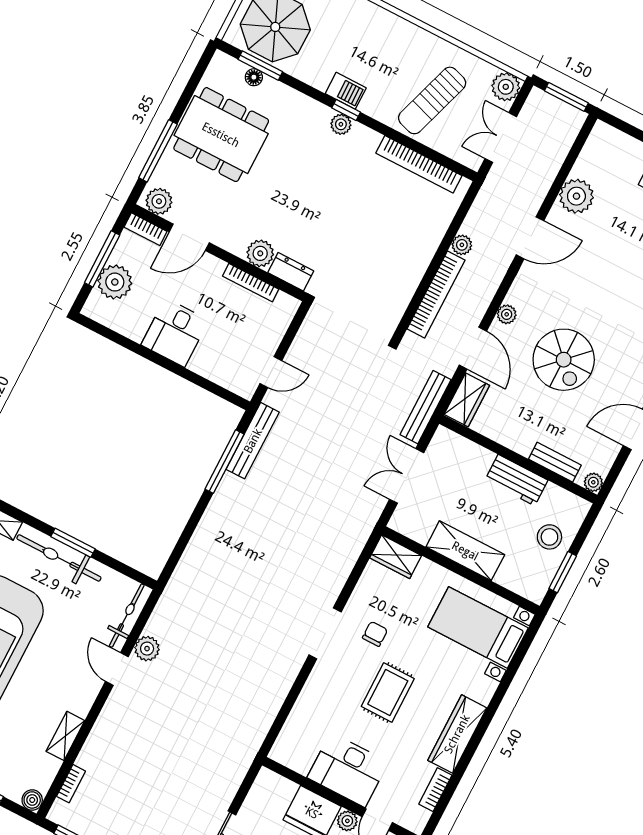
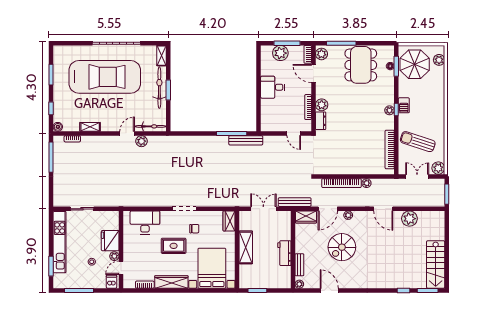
door: (271, 372) -> (294, 133), moved
stool: (549, 537) -> (269, 278), removed
bed with nightstands: (478, 627) -> (212, 268), width x1.36
desk: (348, 770) -> (145, 222), moved, turned 90

